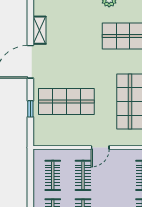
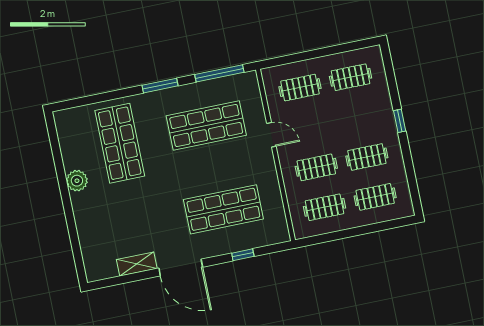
shop shelf: (66, 102) -> (223, 209), turned 90
door: (100, 148) -> (271, 135), moved

